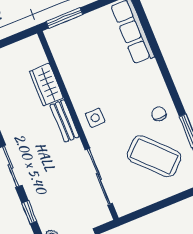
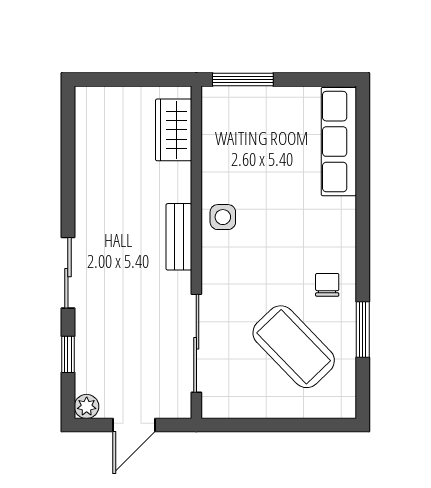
wardrobe: (46, 85) -> (174, 130), moved
side table: (95, 118) -> (223, 217), moved

